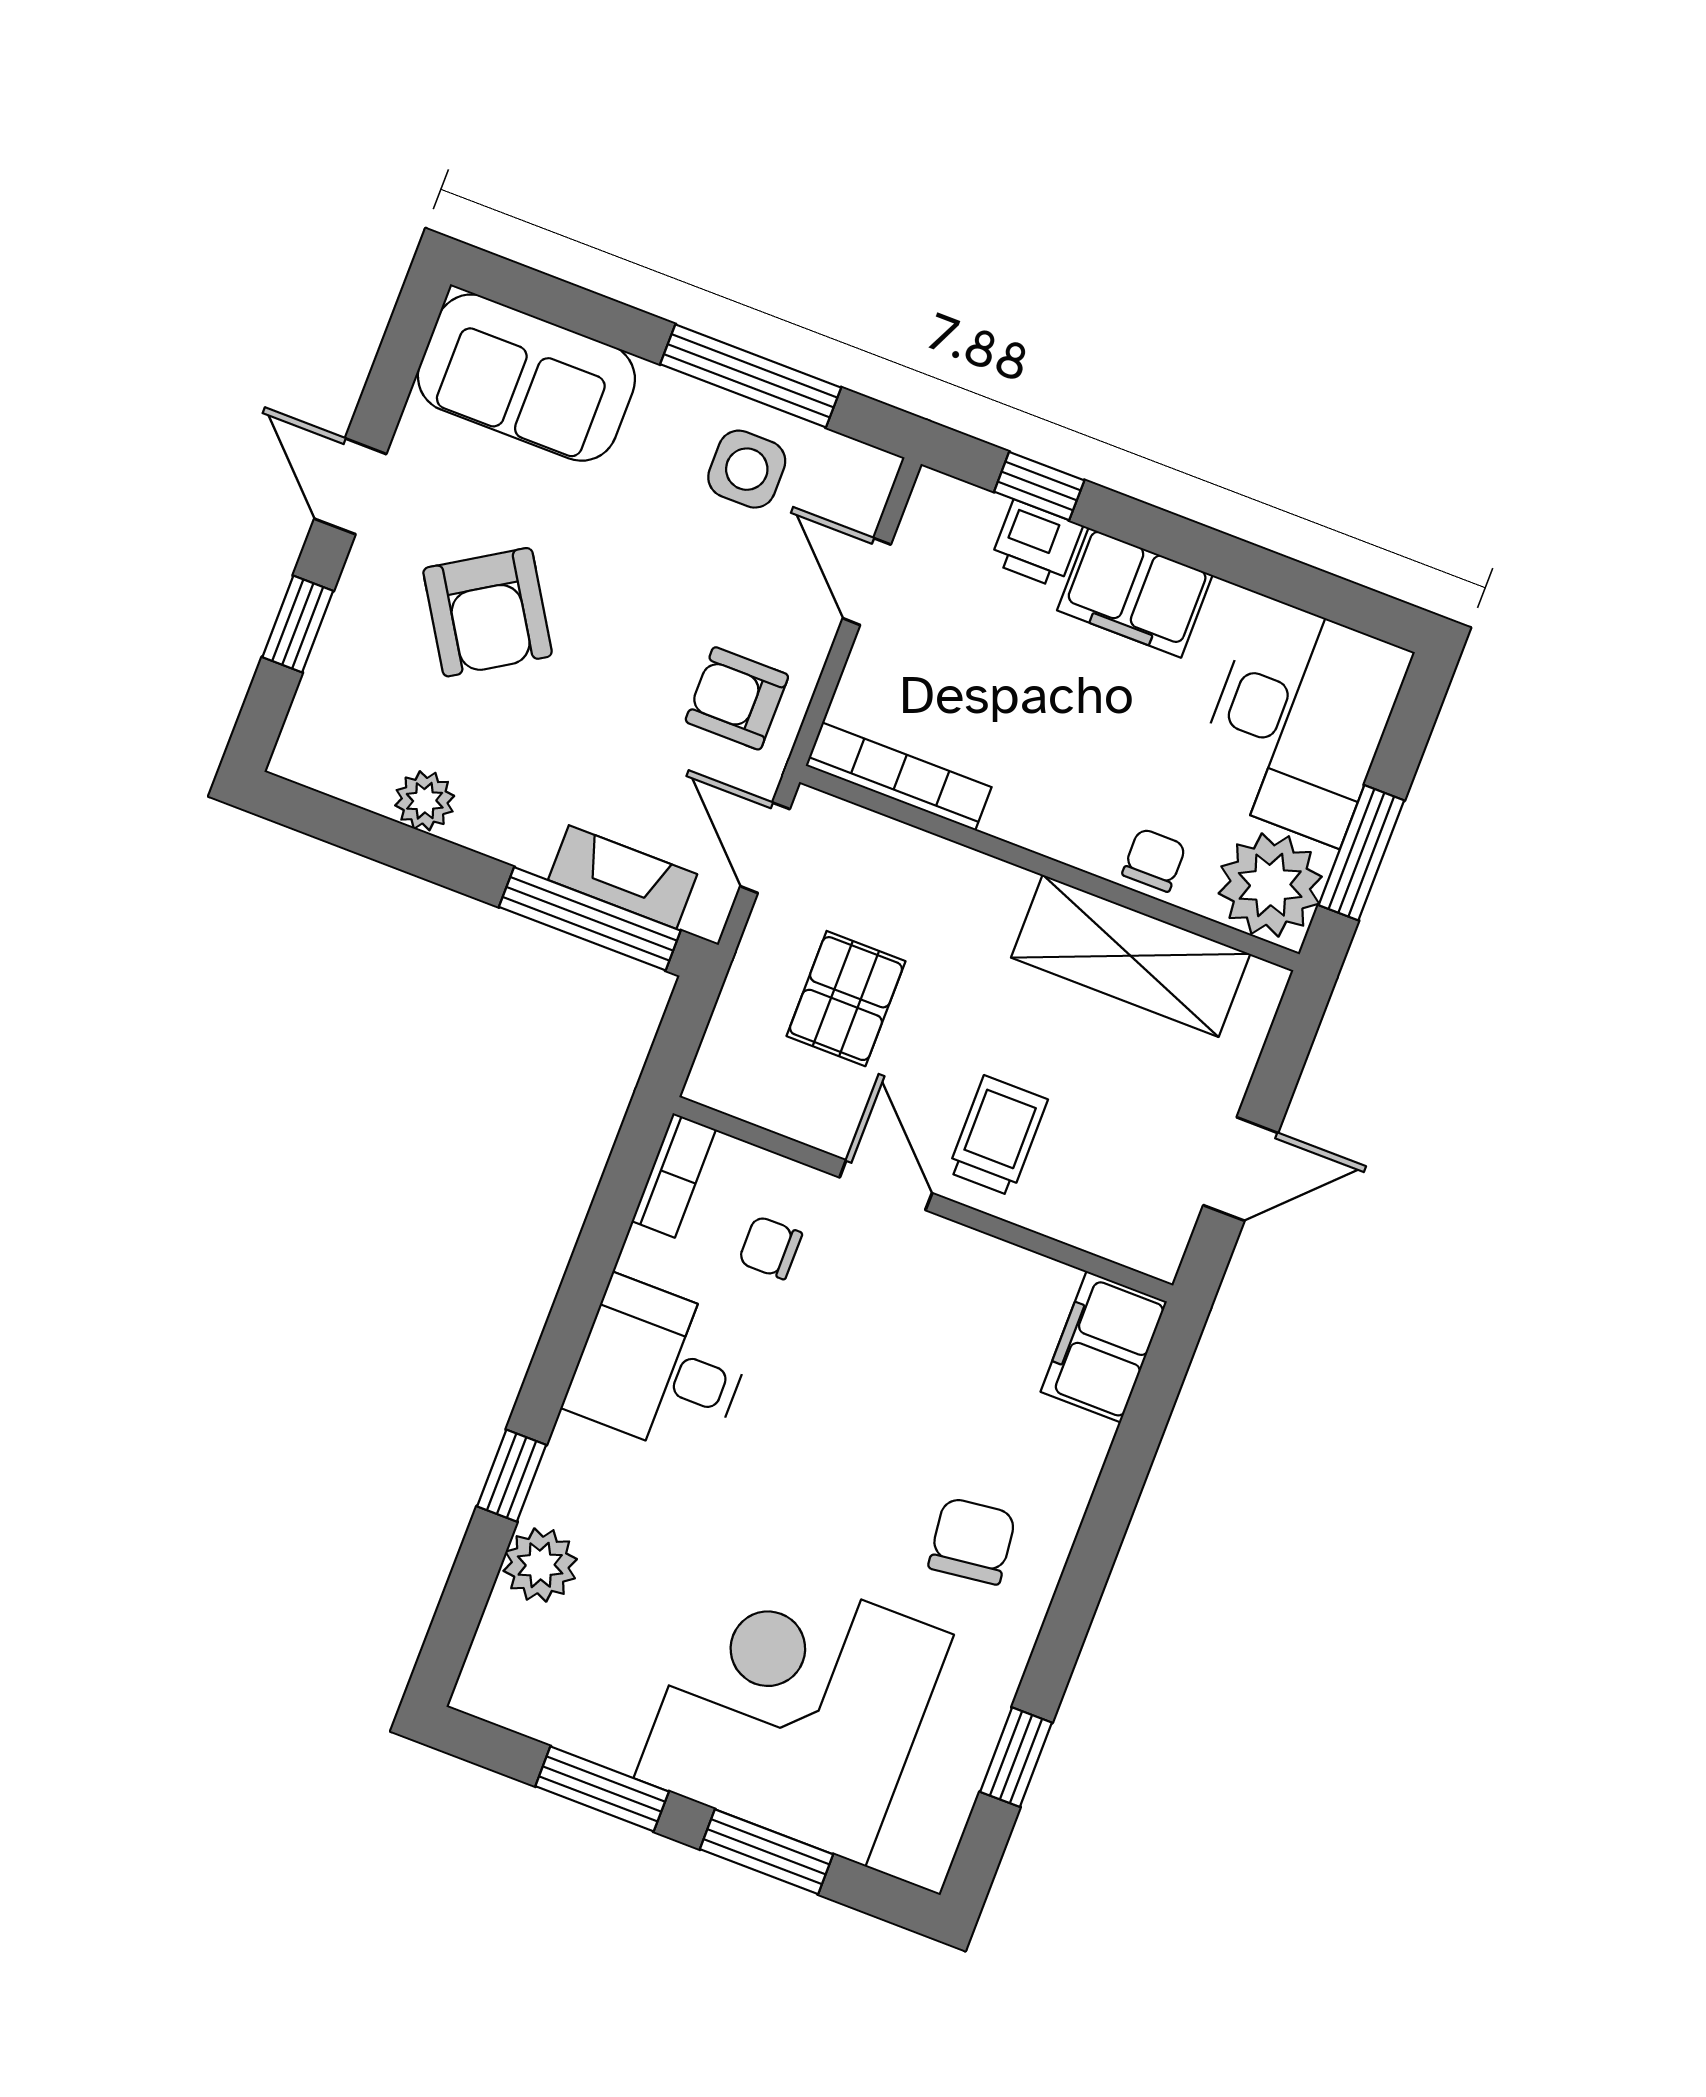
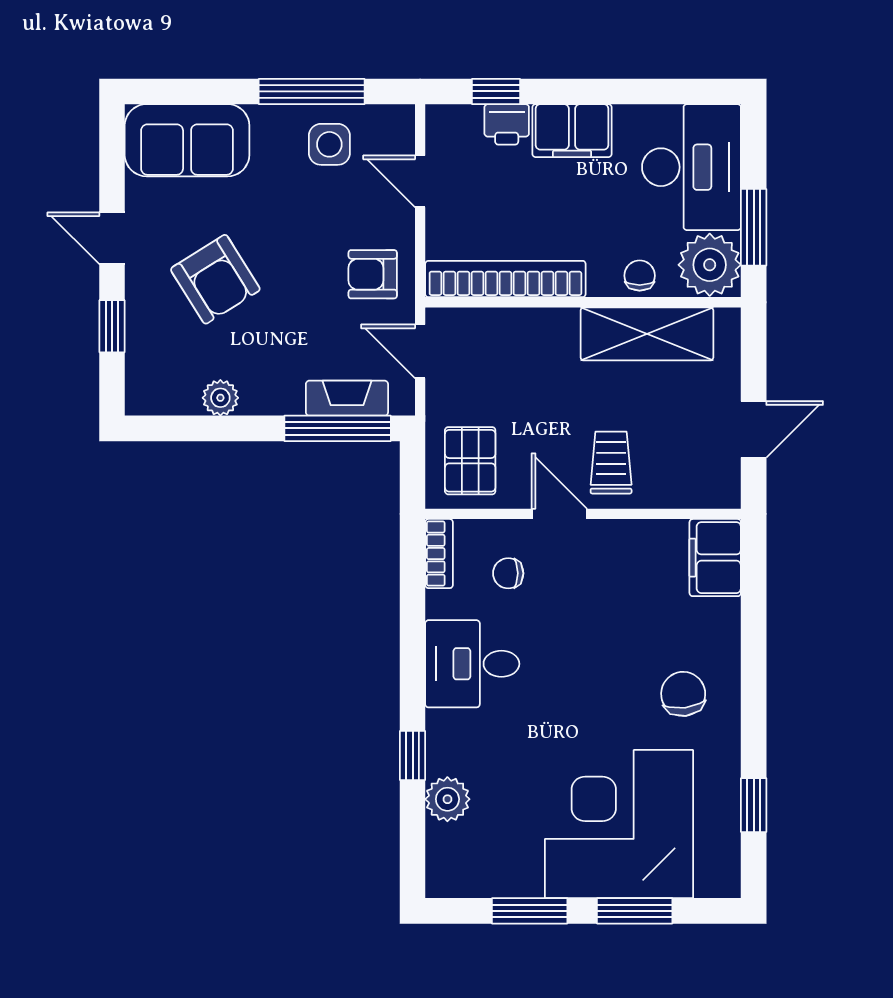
bookcase: (899, 776) -> (505, 279), width x1.48, depth x1.31
pallet: (846, 999) -> (470, 461), moved

